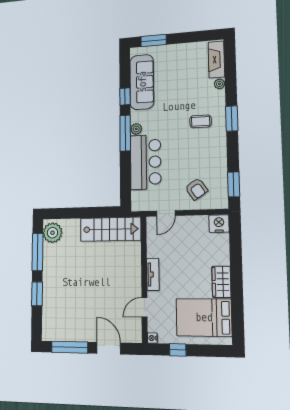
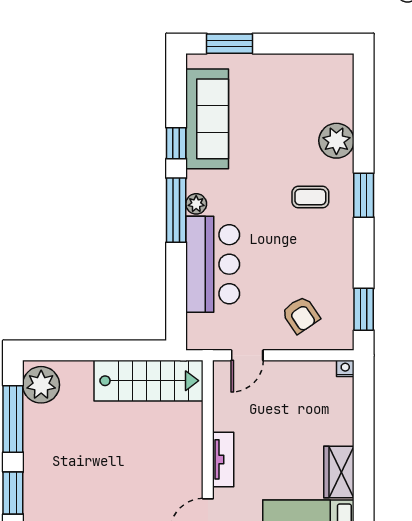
fireplace: (216, 60) -> (341, 89), removed
plant: (219, 84) -> (336, 141), width x1.87, depth x1.87
nightstand: (219, 224) -> (345, 368), width x0.53, depth x0.56

